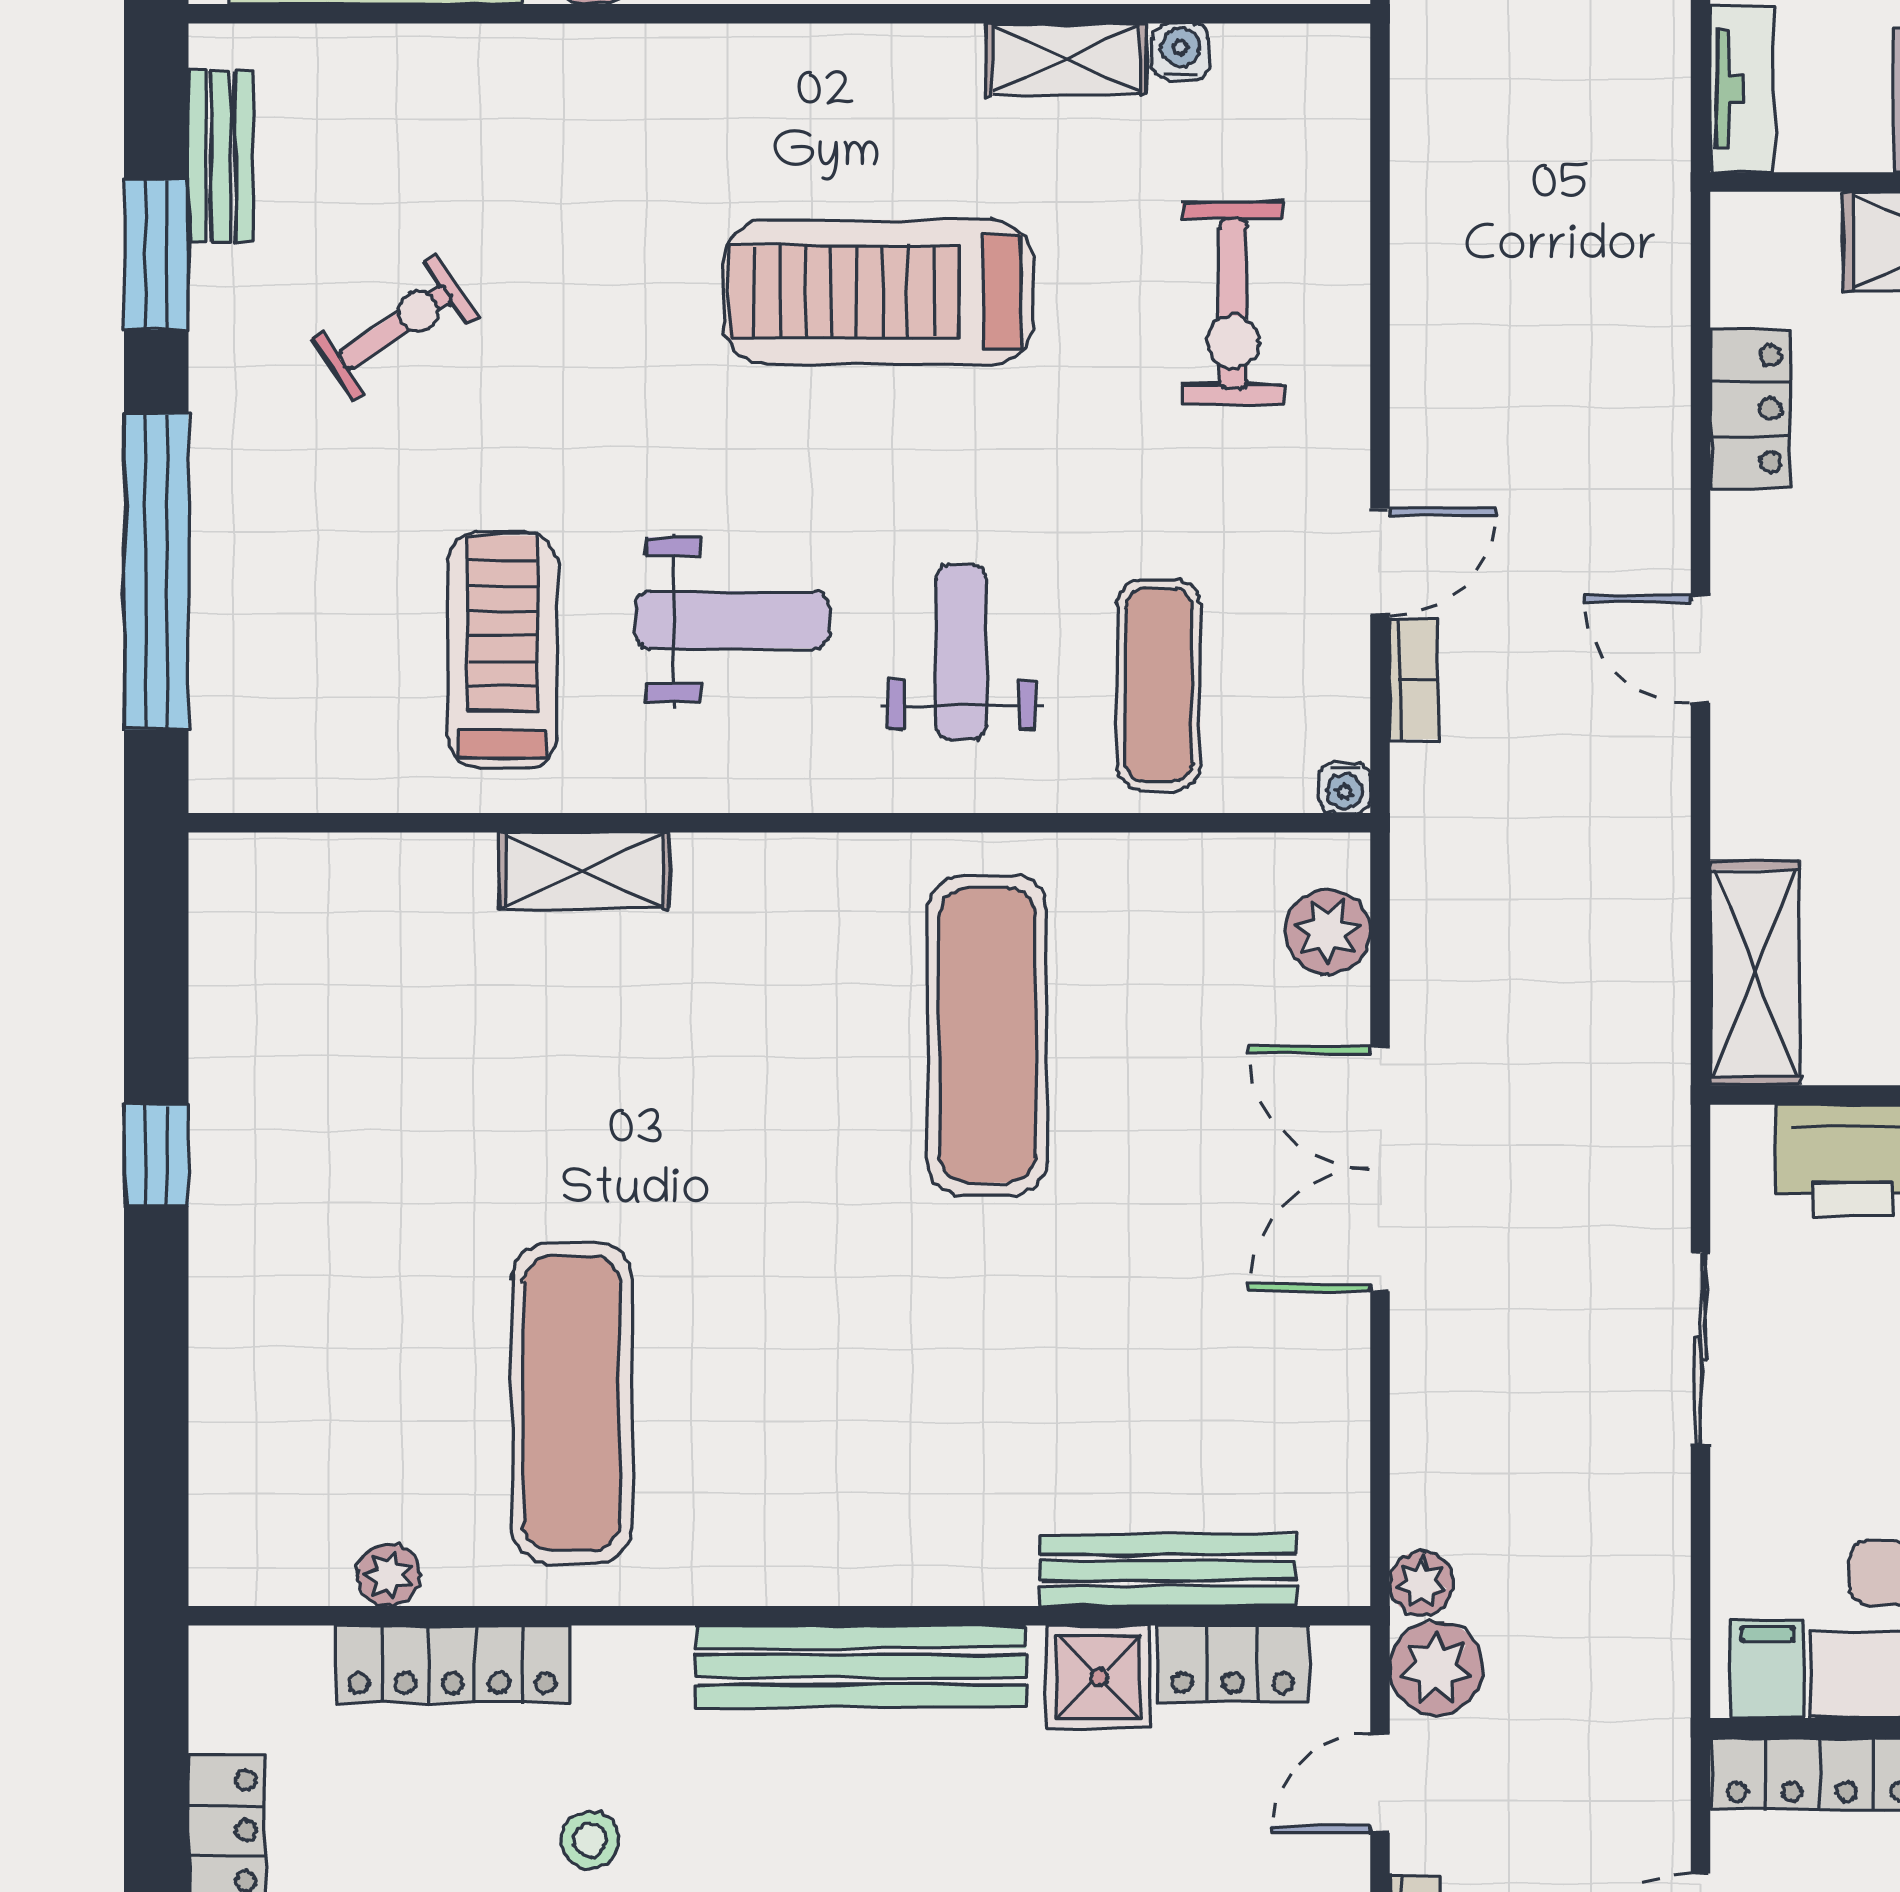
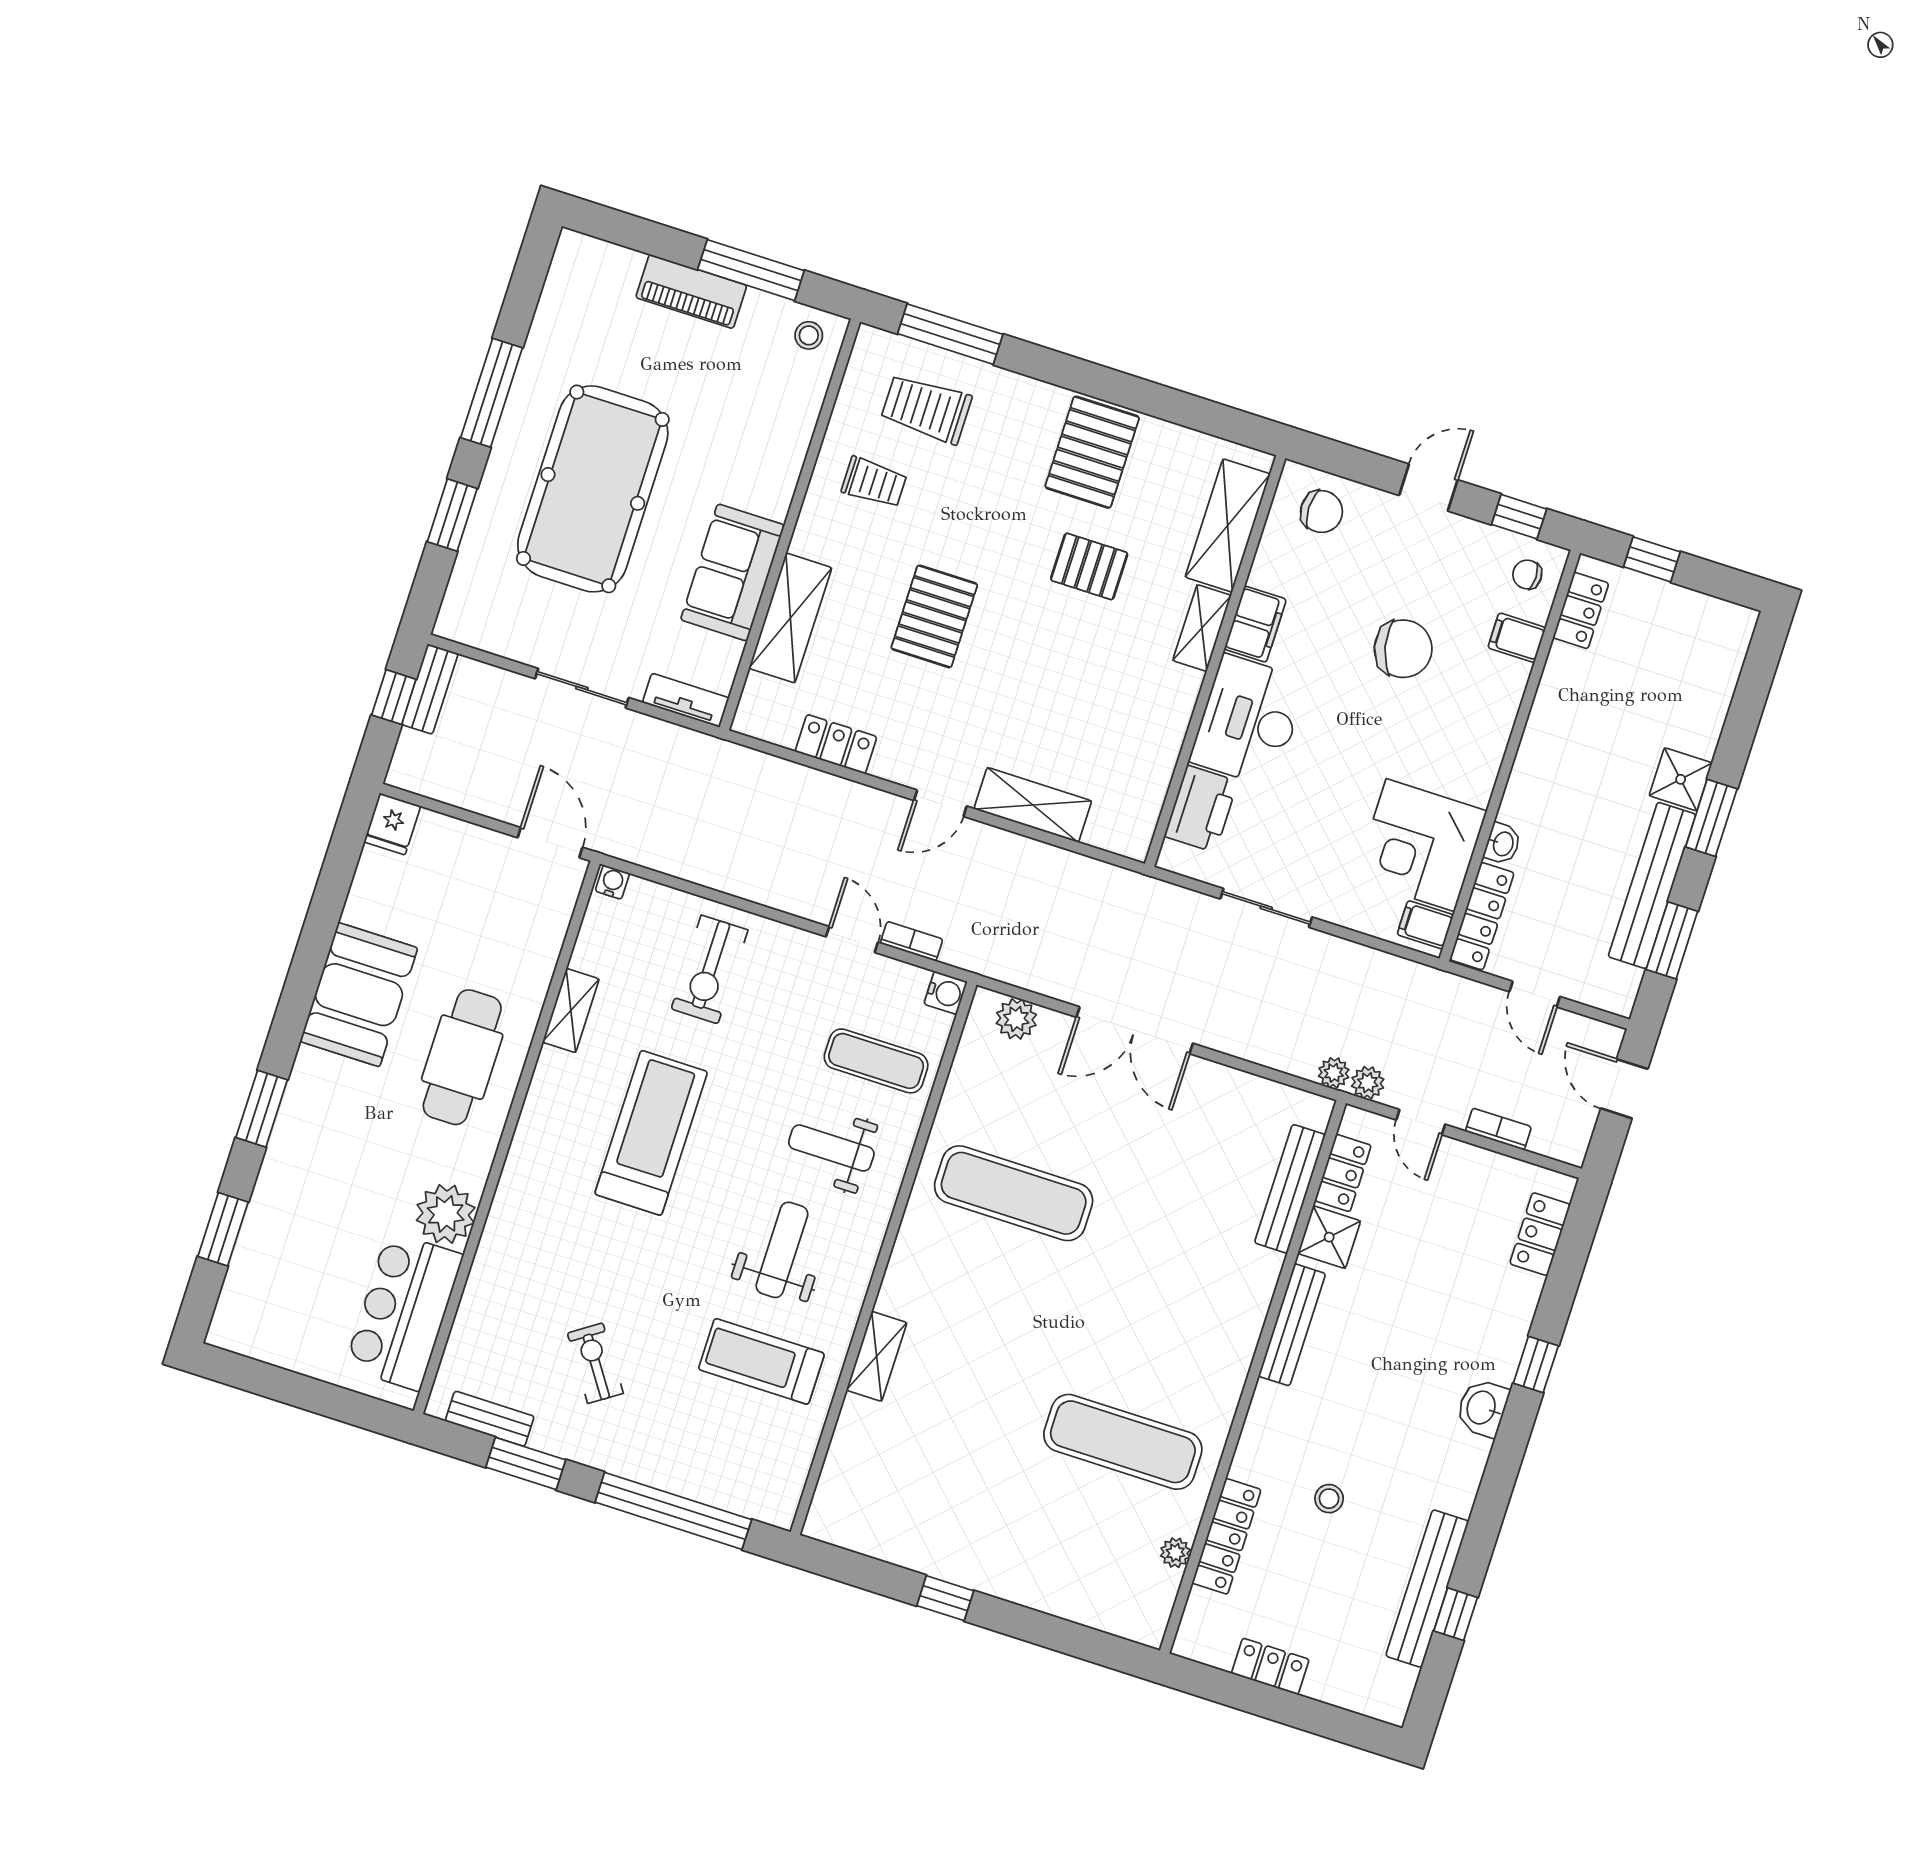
water cooler: (1180, 52) -> (612, 882), moved, turned 90
treadmill: (878, 292) -> (651, 1133), turned 180
exercise bike: (1233, 304) -> (710, 969), turned 90
water cooler: (1345, 787) -> (946, 993), width x1.38, depth x1.38
shelving: (1755, 973) -> (1033, 805), moved
bench: (861, 1666) -> (1292, 1325), width x0.73, depth x0.82
plant: (1436, 1668) -> (1368, 1083), width x0.73, depth x0.73

